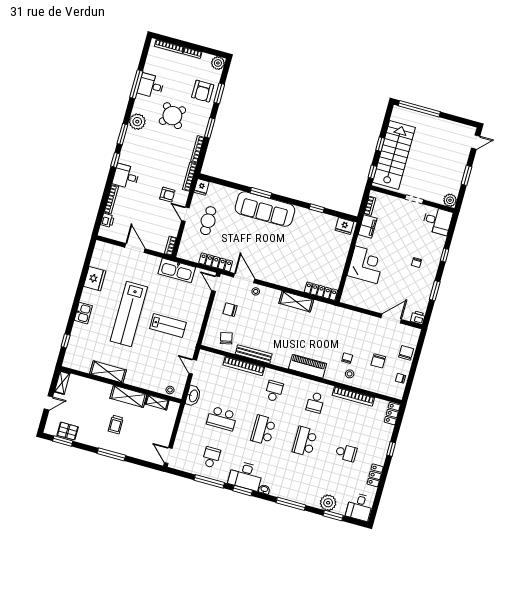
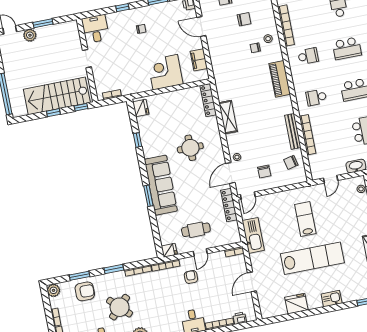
plant: (450, 200) -> (30, 35), moved
filing cabinet: (368, 226) -> (199, 60), moved, turned -90
round table: (285, 253) -> (190, 148), added

